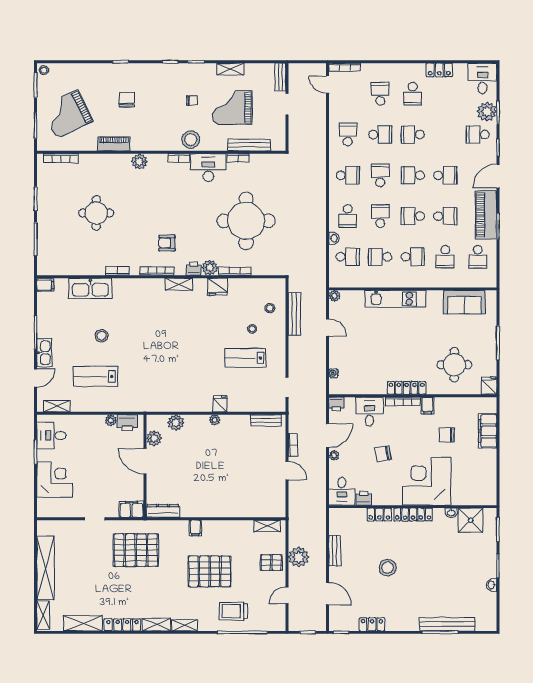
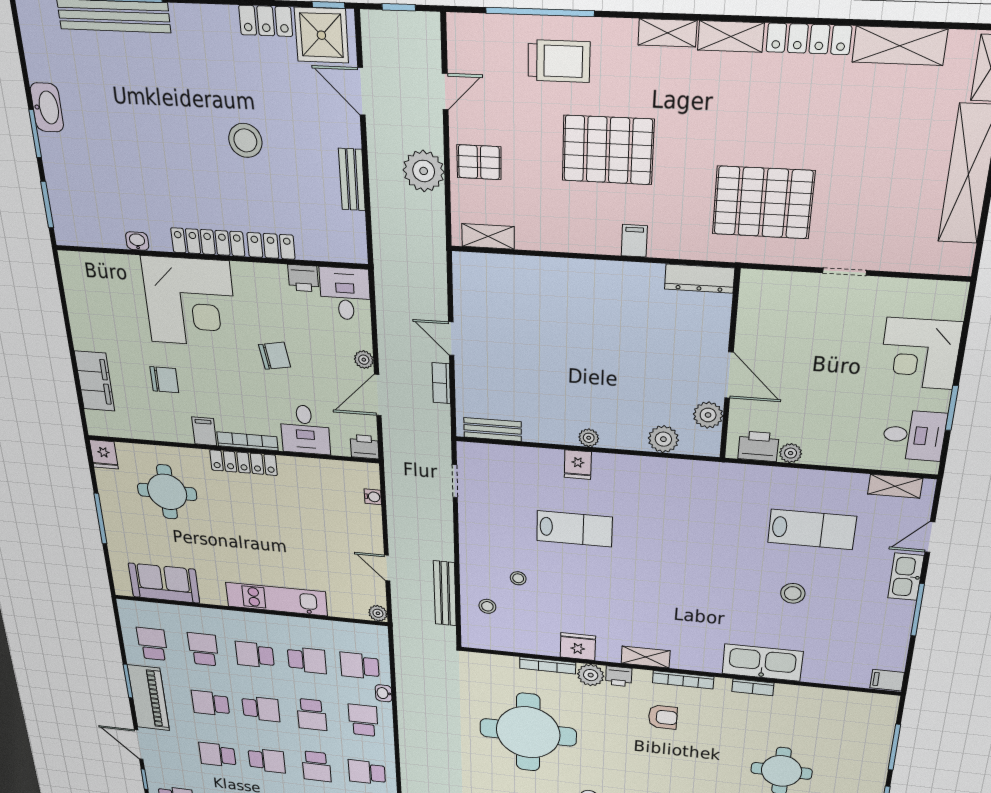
door: (498, 176) -> (139, 745), swing flipped
kitchen sink: (90, 288) -> (762, 663), moved
lab bench: (245, 358) -> (574, 529), moved
filing cabinet: (131, 509) -> (765, 286), removed
shower: (471, 520) -> (321, 35), moved
washbasin: (492, 585) -> (47, 107), width x1.91, depth x1.45

